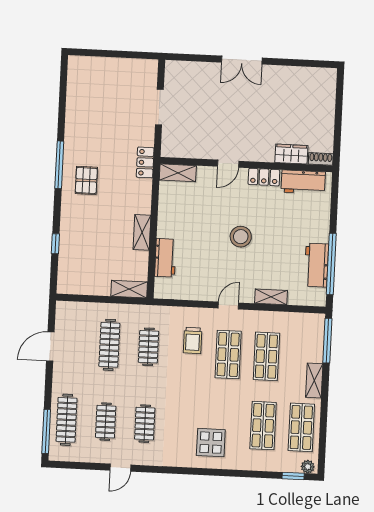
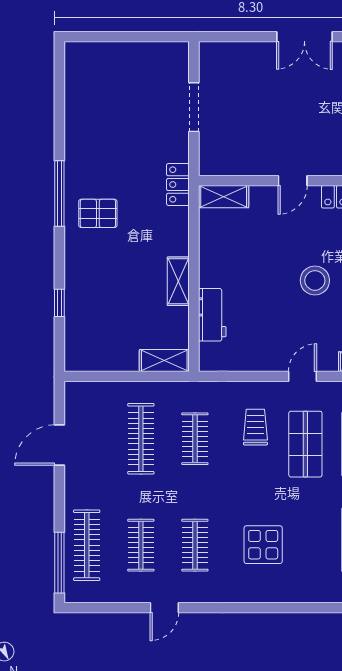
pallet: (86, 180) -> (98, 213), turned 90
trolley: (193, 340) -> (255, 427), turned 180
display table: (211, 443) -> (263, 545), moved

